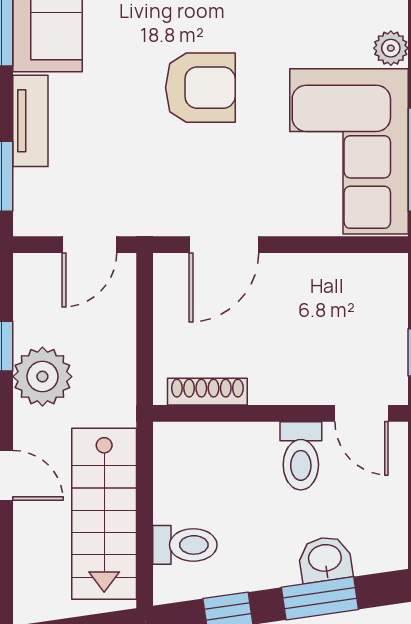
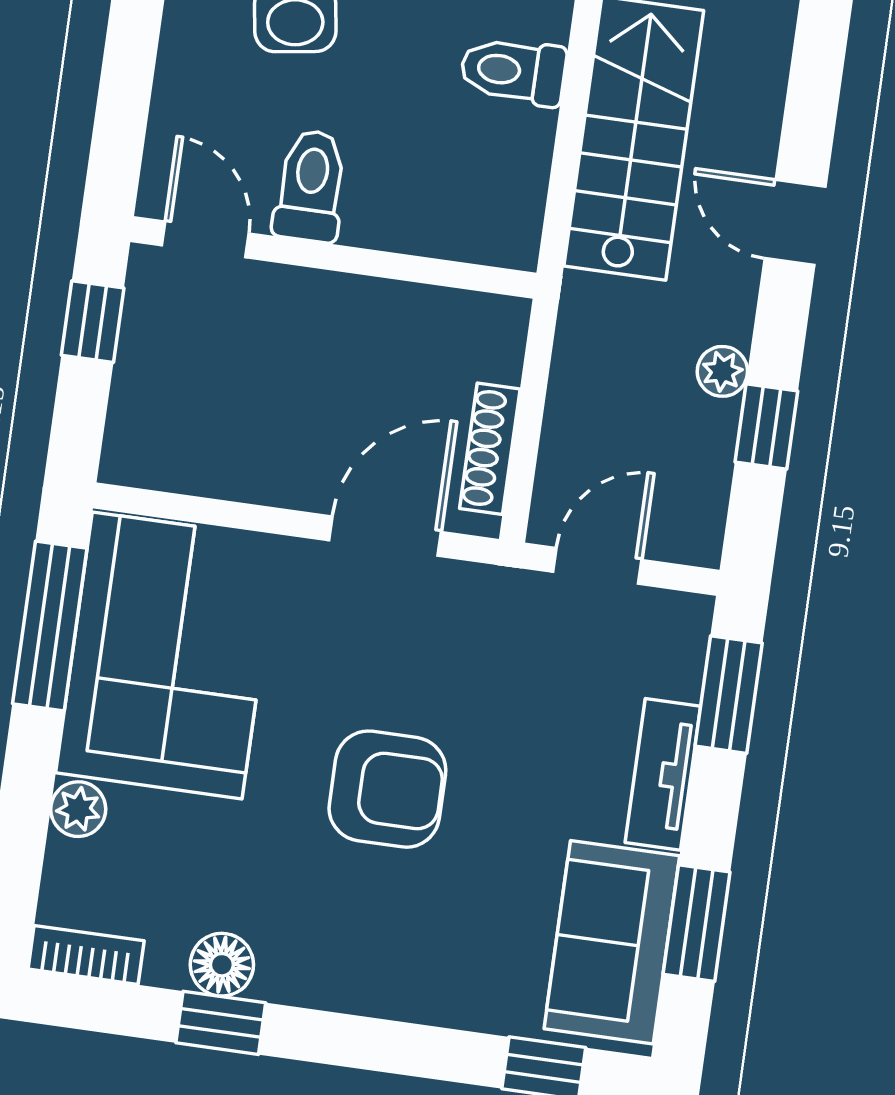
armchair: (200, 88) -> (387, 789), turned 180
plant: (42, 377) -> (722, 371), width x0.53, depth x0.53
shoe rack: (207, 392) -> (490, 449), moved, turned 90

